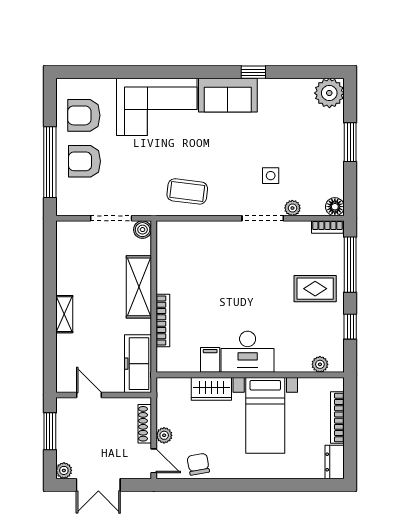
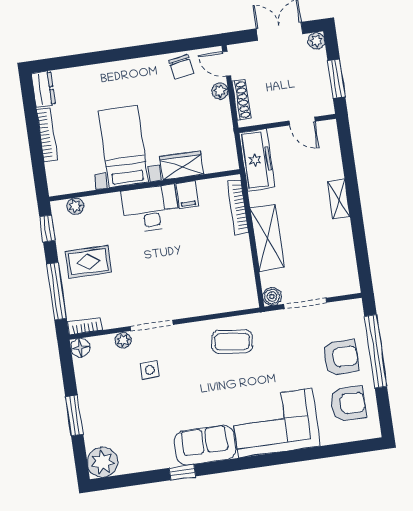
desk: (248, 352) -> (151, 208), moved
filing cabinet: (210, 360) -> (187, 195), moved
plant: (320, 364) -> (75, 206), moved
wall: (250, 375) -> (145, 185), moved
wardrobe: (211, 389) -> (182, 165), moved
bed with nightstands: (265, 415) -> (123, 146), moved

